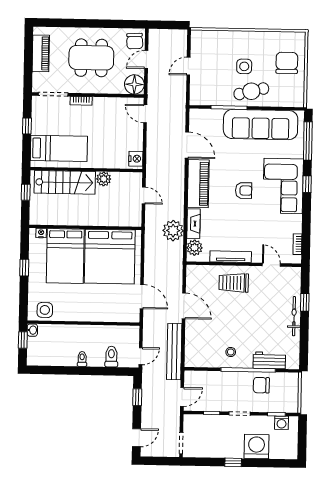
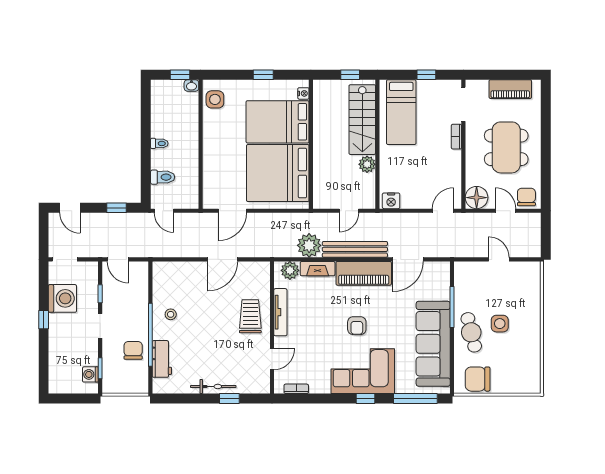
chair: (135, 41) -> (526, 197), turned 93
chair: (287, 63) -> (478, 379), moved, turned 180
bench: (174, 352) -> (355, 249), moved
washing machine: (257, 446) -> (62, 298), moved

